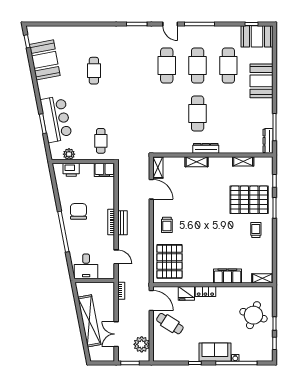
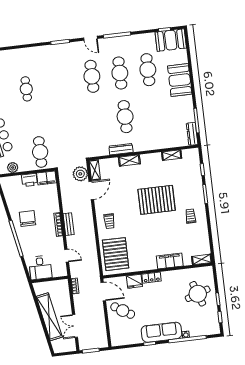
cafe table: (101, 141) -> (40, 152), width x1.37, depth x1.35
dresser: (206, 148) -> (121, 149), moved
printer: (71, 170) -> (29, 180), moved
door: (151, 189) -> (91, 191), hinge flipped
pallet: (249, 200) -> (157, 200), moved
round table: (253, 315) -> (198, 294), turned -38
plant: (142, 344) -> (80, 174), moved
sofa: (215, 352) -> (161, 332), width x1.36

